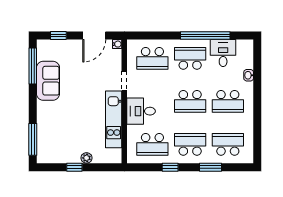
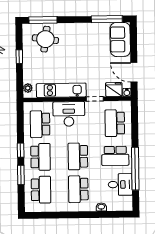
window: (58, 36) -> (133, 41), removed
school desk: (190, 58) -> (115, 156), turned 90
fridge: (114, 59) -> (114, 89), added
sofa: (48, 81) -> (120, 39), moved, turned 90
desk: (141, 111) -> (69, 114), width x1.37
round table: (55, 137) -> (45, 39), added
plant: (86, 158) -> (28, 88), moved
window: (170, 167) -> (21, 150), moved

